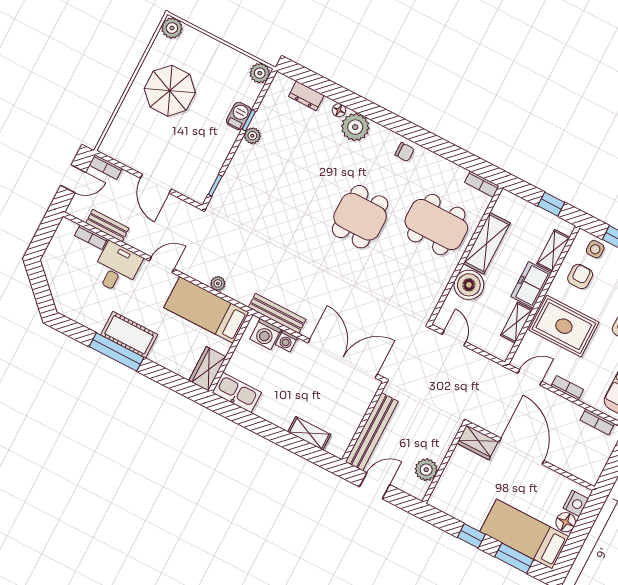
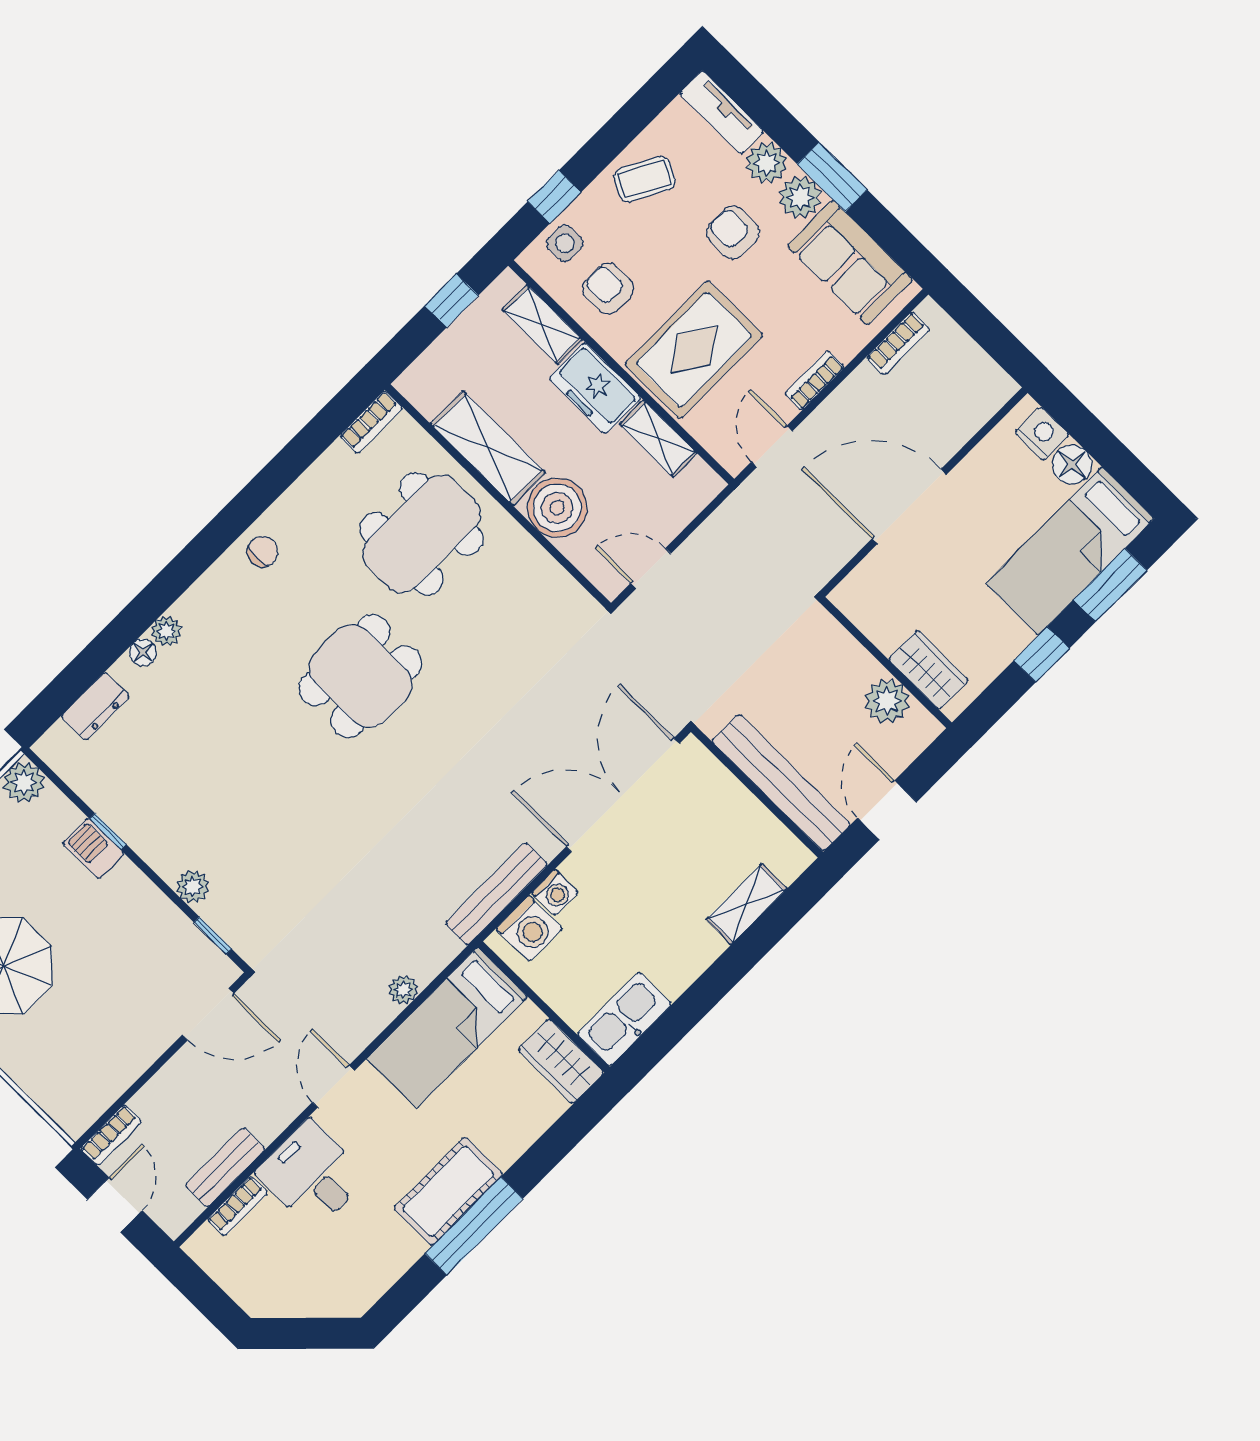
plant: (355, 127) -> (166, 631), width x0.53, depth x0.53
plant: (252, 136) -> (193, 887), moved
door: (156, 184) -> (208, 1014), moved
dining table: (360, 217) -> (360, 676), turned 90
wardrobe: (478, 442) -> (928, 670), moved, turned -90

